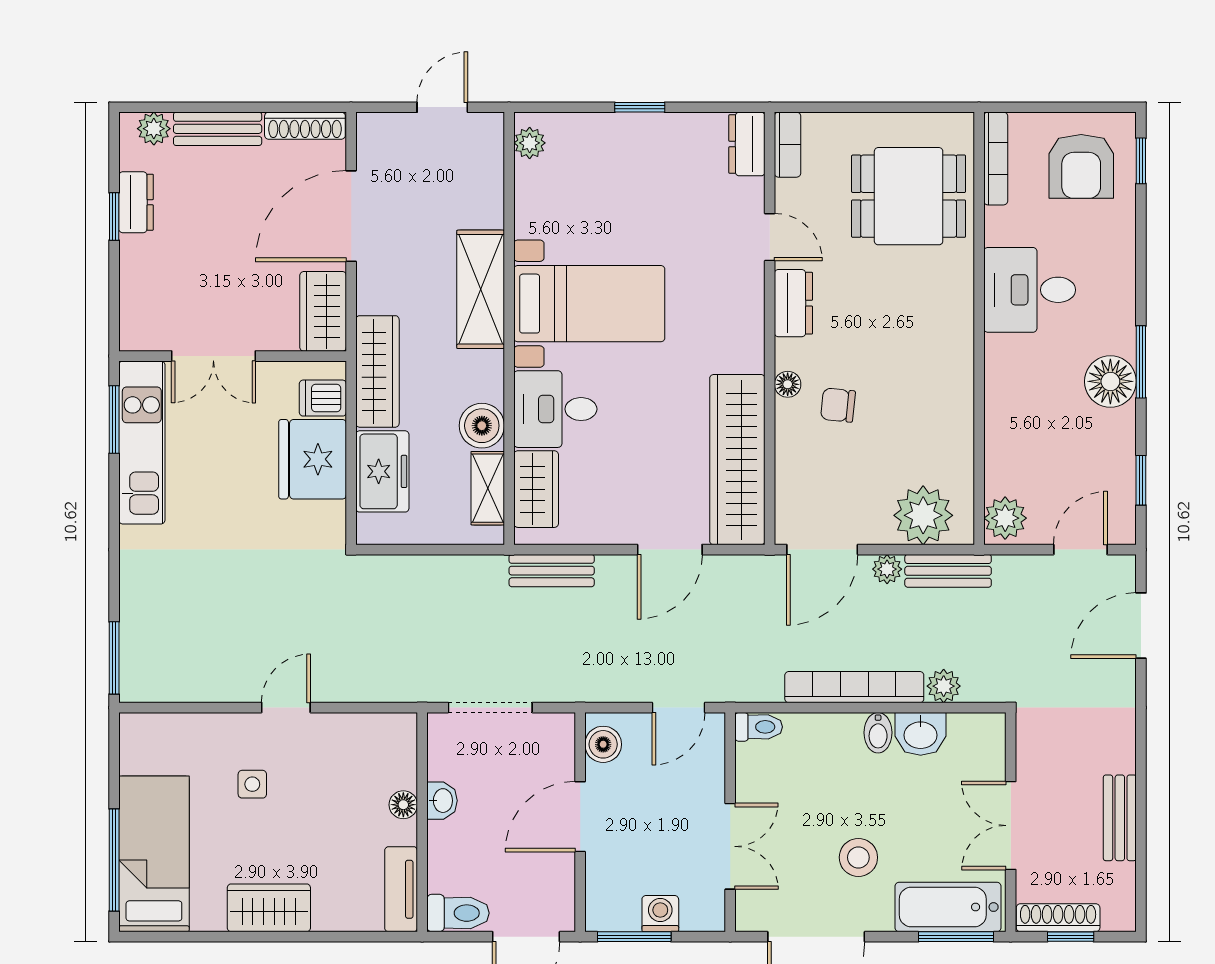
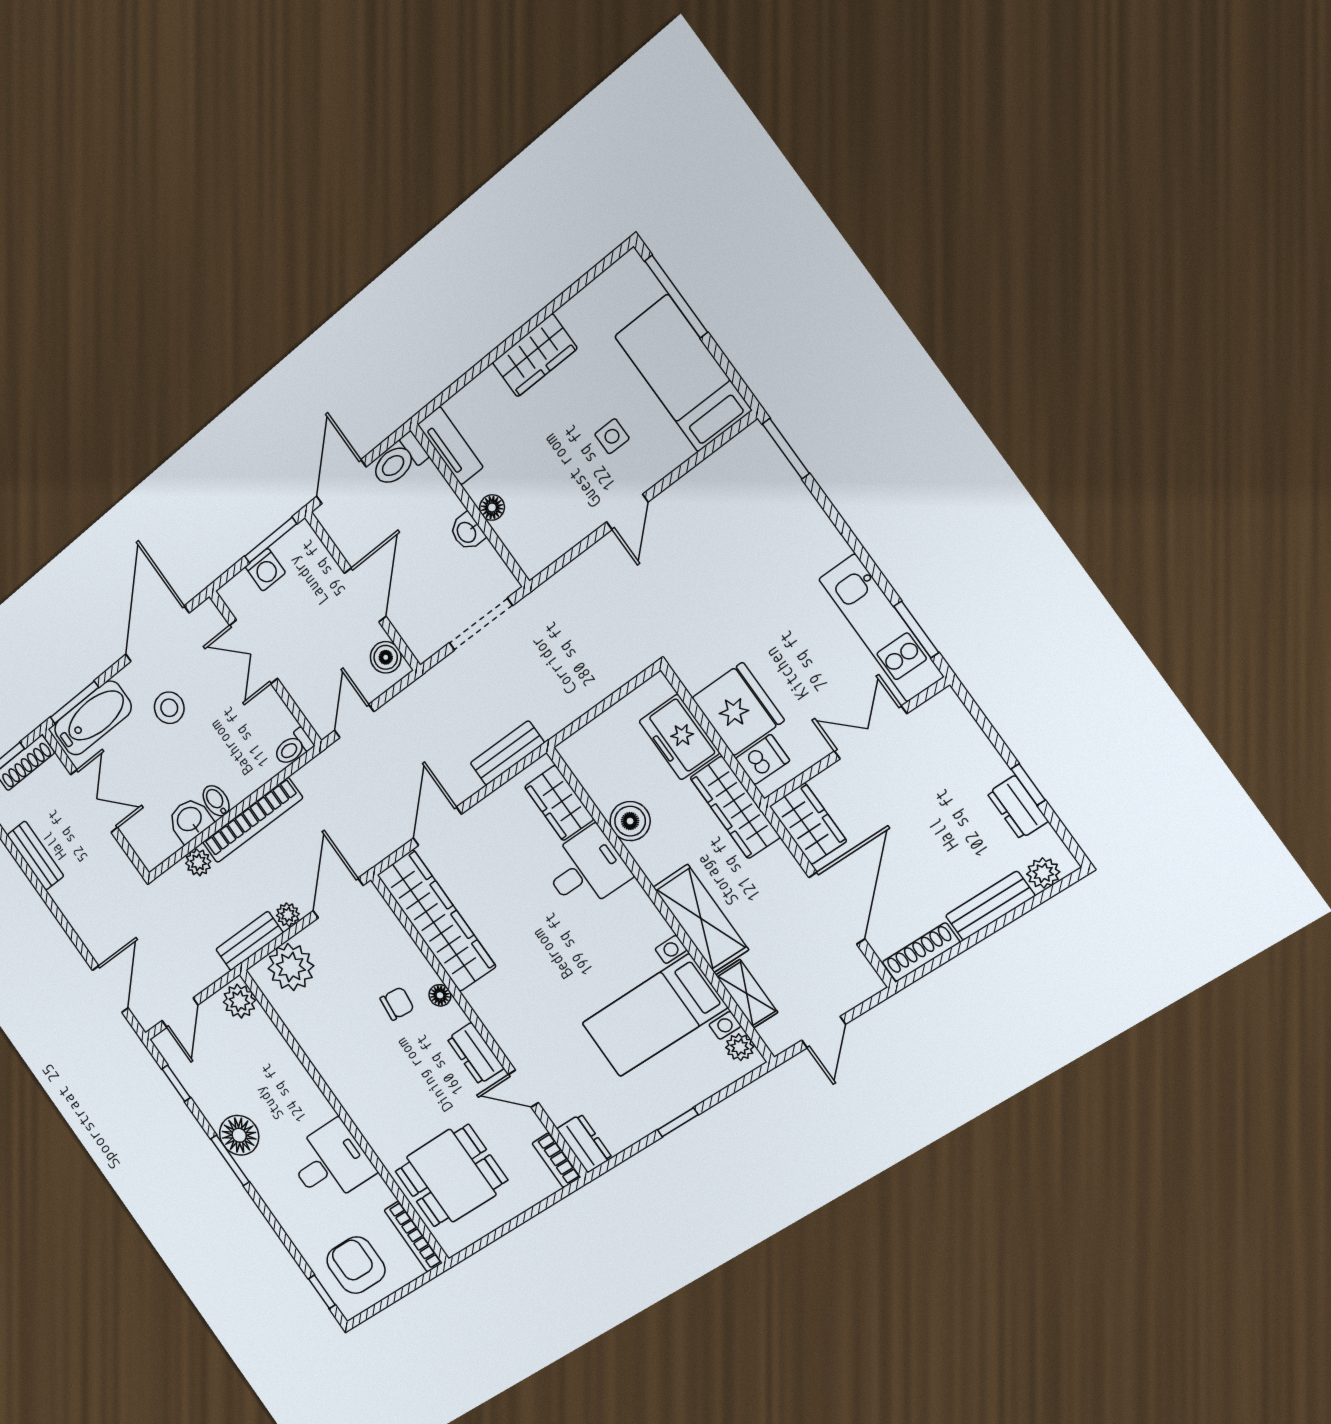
bed with nightstands: (589, 304) -> (654, 1016), moved
shelving: (488, 488) -> (747, 994), moved
bed: (154, 854) -> (683, 373), moved, turned 180

